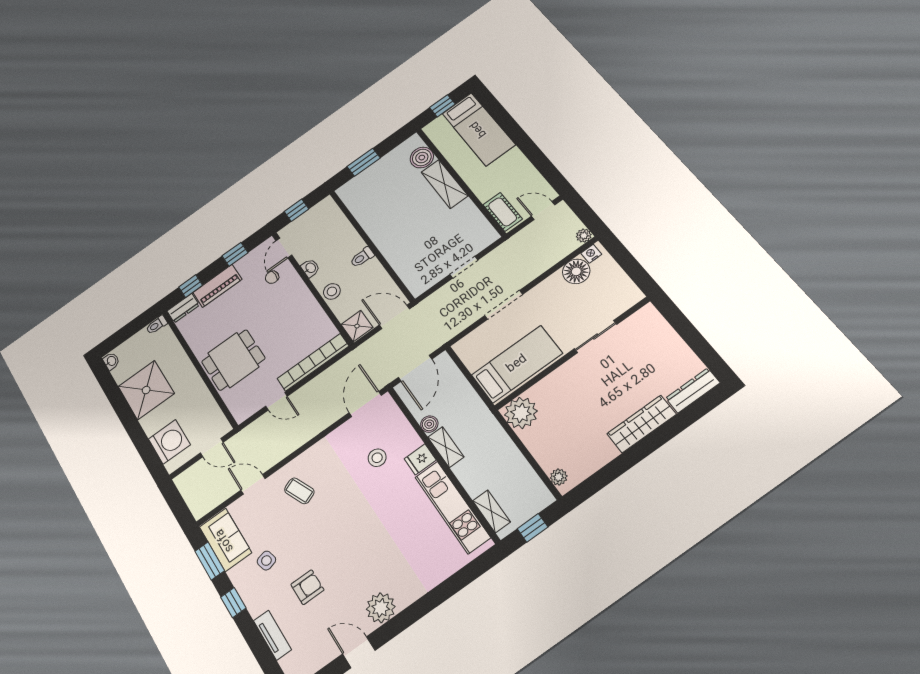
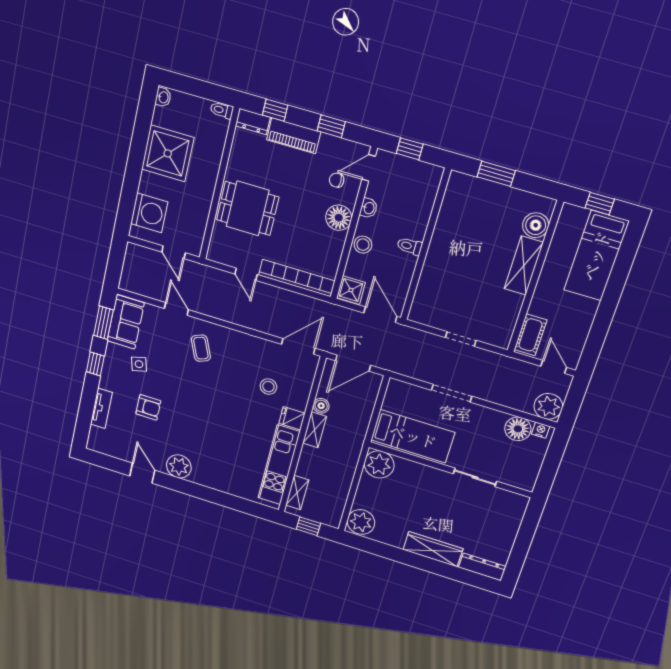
plant: (584, 236) -> (548, 406), width x1.87, depth x1.87
floor lamp: (298, 295) -> (339, 218), added
plant: (559, 477) -> (361, 522), width x1.88, depth x1.88

